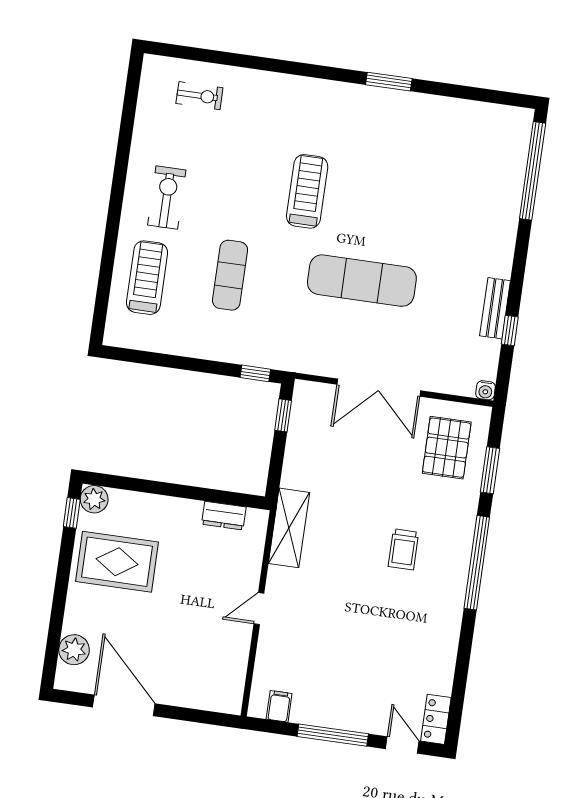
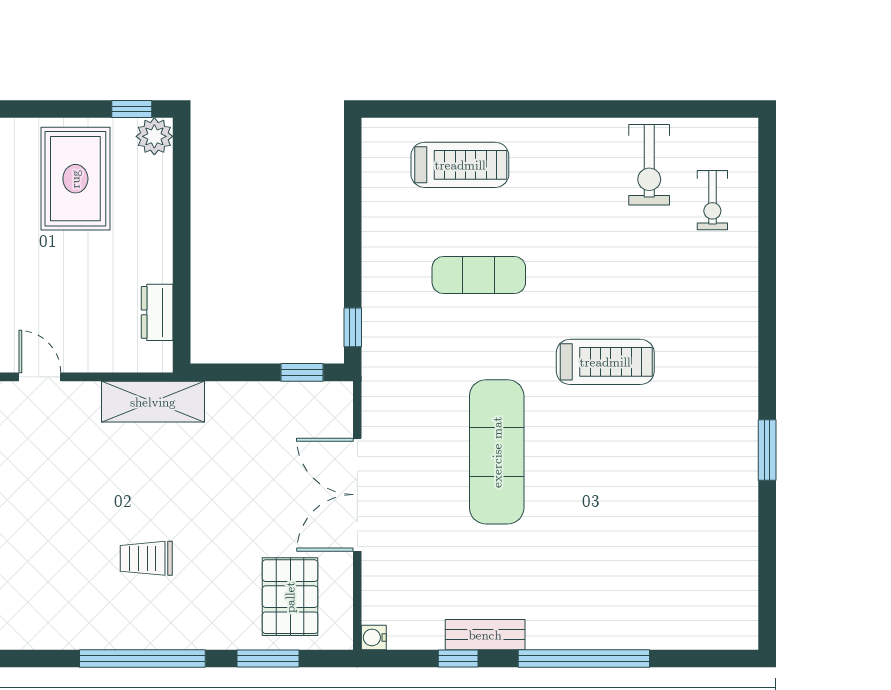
window: (533, 171) -> (584, 659), moved
exercise bike: (167, 198) -> (649, 165), moved, turned 90
pallet: (447, 448) -> (290, 597), turned 90

